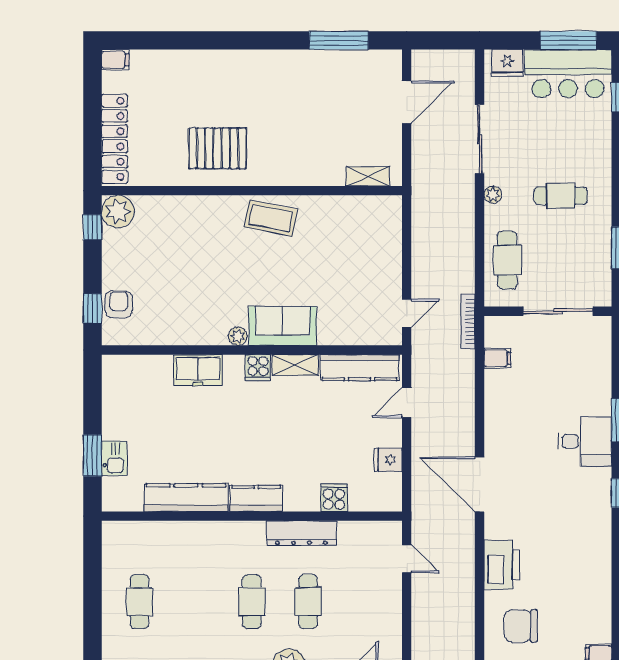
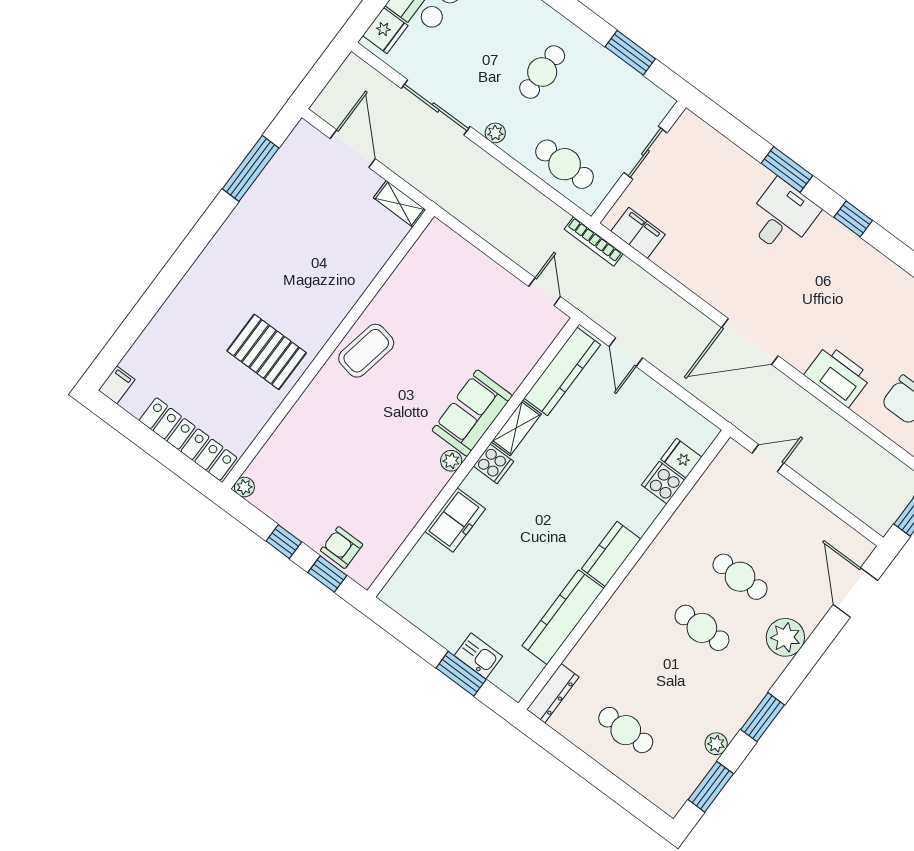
pallet: (218, 148) -> (267, 352), turned 90
shelving: (368, 176) -> (400, 204), moved, turned 90
plant: (118, 212) -> (244, 487), width x0.53, depth x0.53
window: (92, 227) -> (284, 542), moved
sliding door: (558, 311) -> (645, 153), width x0.73
filing cabinet: (497, 358) -> (638, 233), width x2.00
fridge: (388, 460) -> (681, 458), moved, turned 90
dresser: (301, 533) -> (553, 693), moved, width x0.73, depth x0.80

